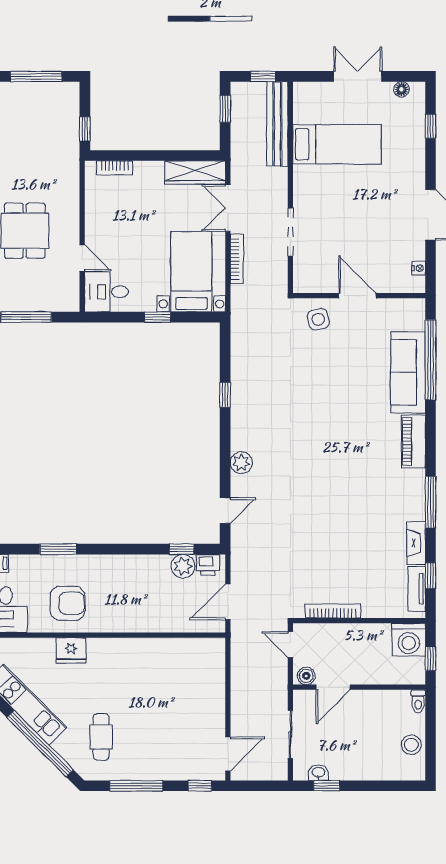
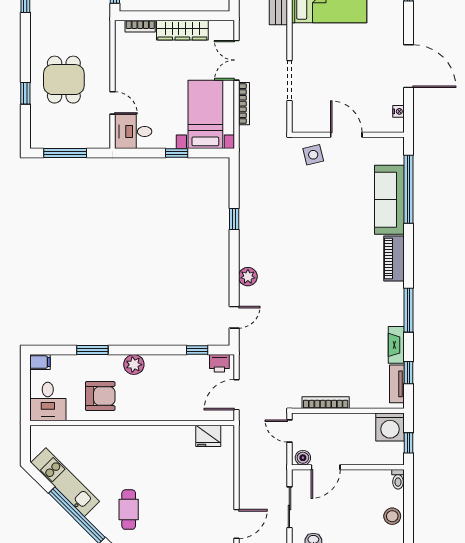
wardrobe: (195, 172) -> (182, 30), moved
plant: (183, 566) -> (134, 365), moved
fridge: (71, 650) -> (208, 436), moved

